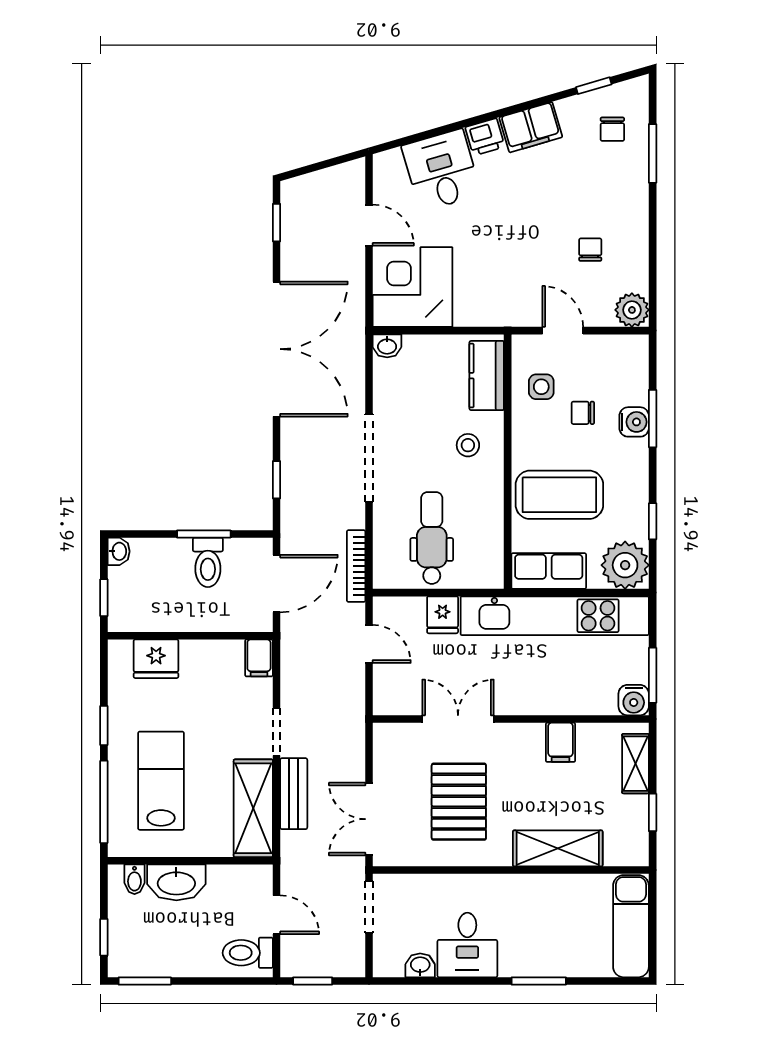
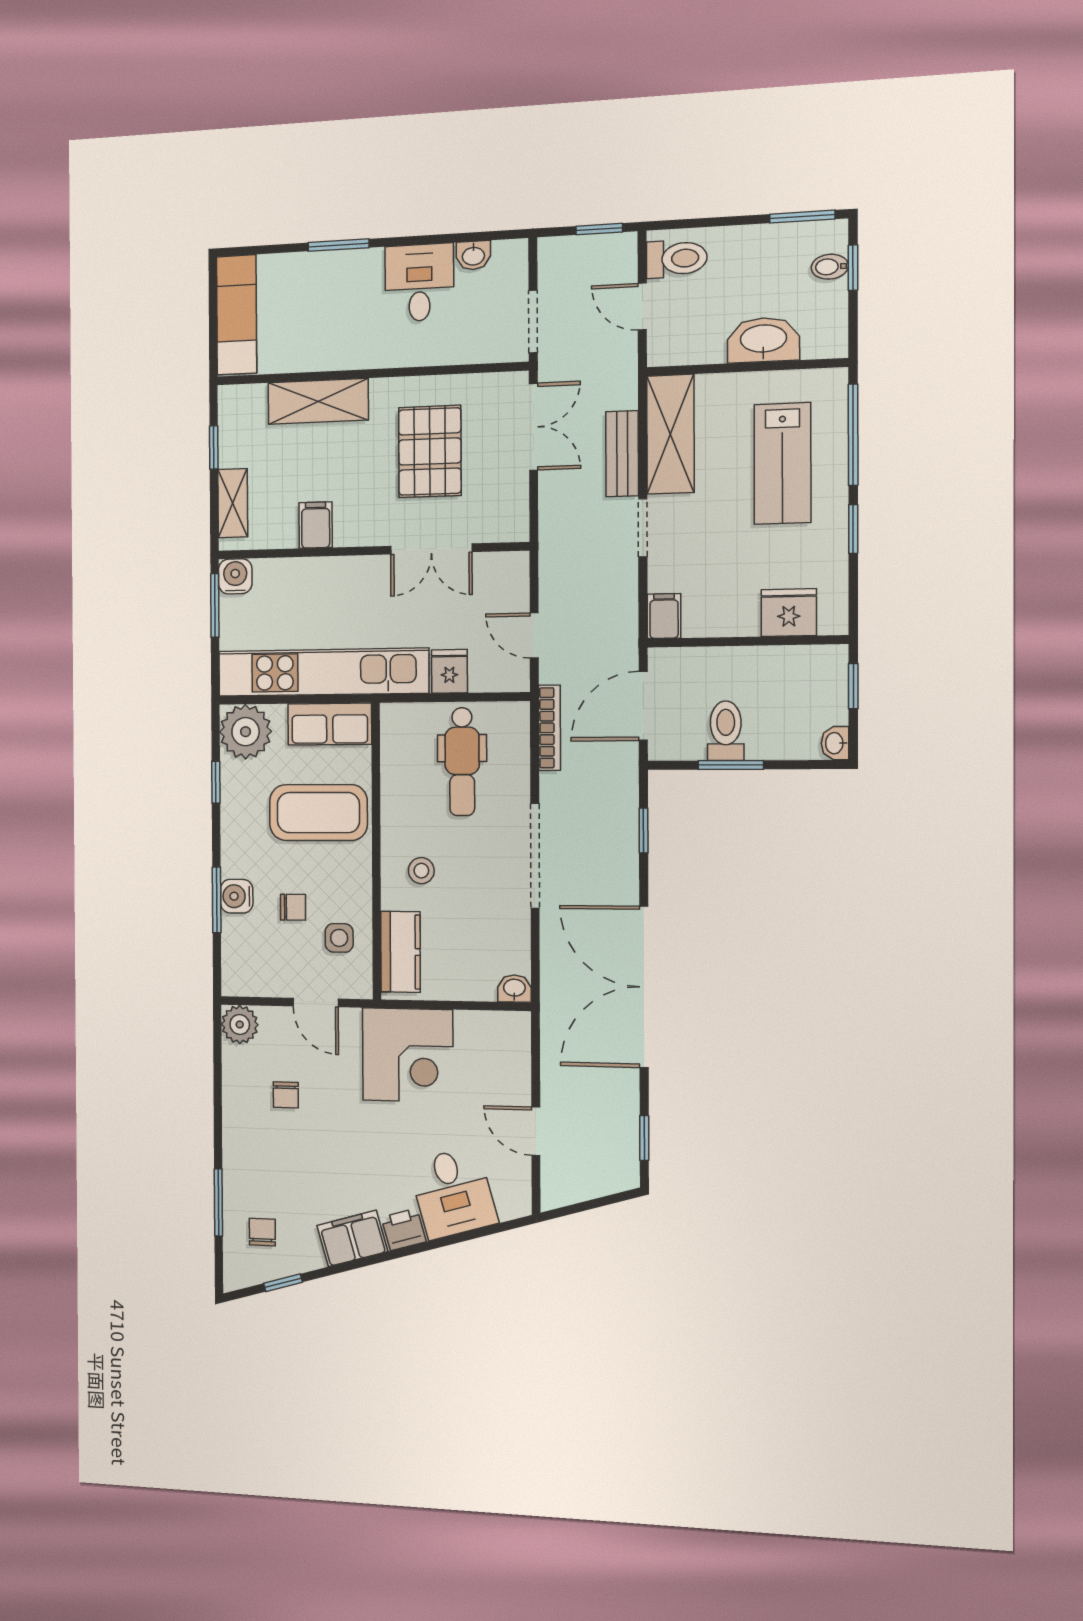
corner desk: (413, 287) -> (408, 1055), moved
bidet: (134, 879) -> (830, 267), moved, turned -90

